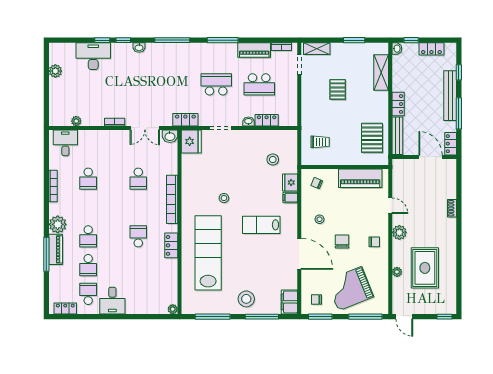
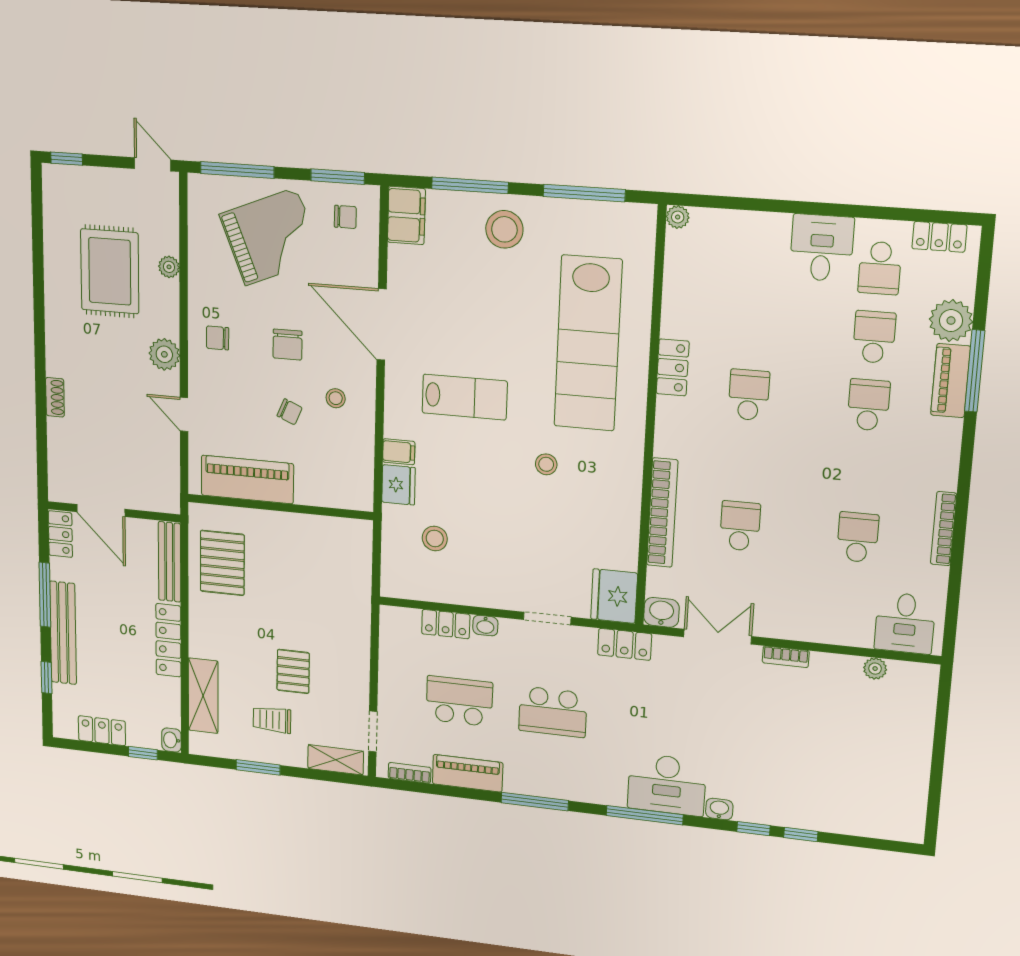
desk: (93, 56) -> (667, 784), moved
plant: (55, 71) -> (914, 782), removed
locker: (398, 104) -> (168, 640), width x1.53
trolley: (320, 142) -> (272, 720), moved
chair: (317, 183) -> (290, 412), moved
bookcase: (172, 199) -> (662, 513), moved
plant: (58, 224) -> (951, 321), moved
school desk: (138, 236) -> (749, 395), turned 180

